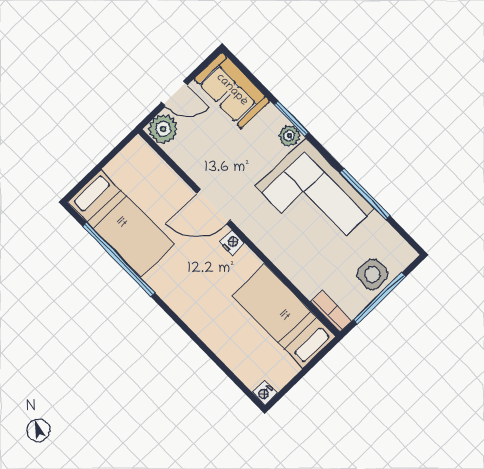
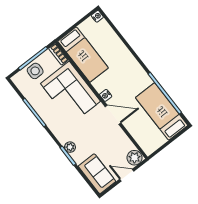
corner sofa: (315, 197) -> (70, 92), moved, turned 180

